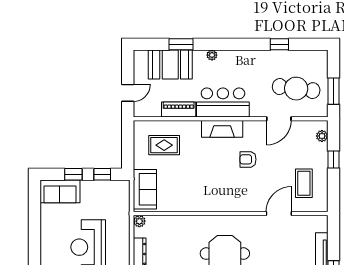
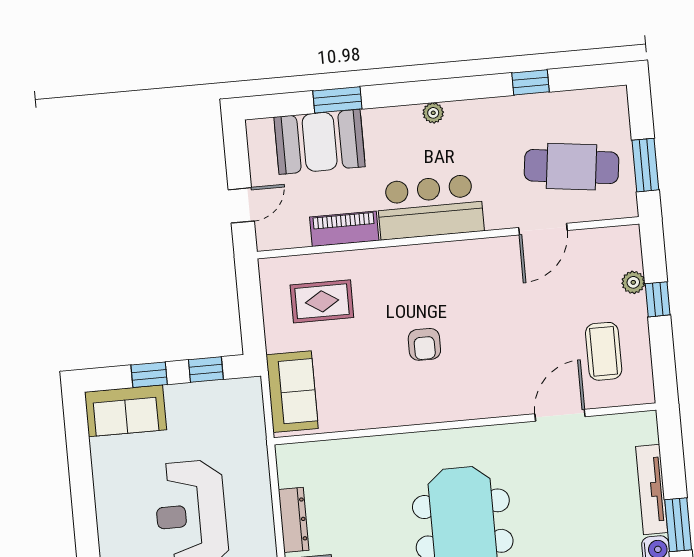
plant: (212, 55) -> (433, 113), moved
fireplace: (222, 129) -> (433, 259), removed
plant: (322, 136) -> (633, 282), moved
armchair: (248, 159) -> (424, 344), moved, turned -90
plant: (139, 221) -> (287, 455), removed

